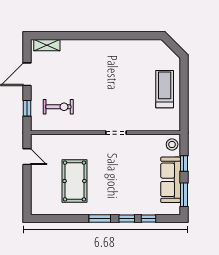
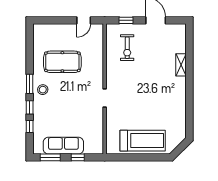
shelving: (47, 45) -> (181, 65), moved
treadmill: (165, 89) -> (143, 141), width x1.37, depth x1.38
stool: (172, 145) -> (43, 90), moved

